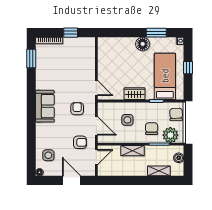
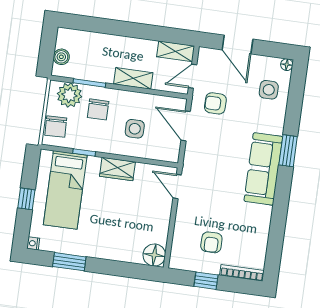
floor lamp: (143, 44) -> (154, 255), moved
window: (31, 58) -> (288, 151), moved
sofa: (45, 106) -> (263, 169), width x1.36
armchair: (77, 109) -> (211, 242), moved
shelving: (159, 171) -> (176, 51), moved

